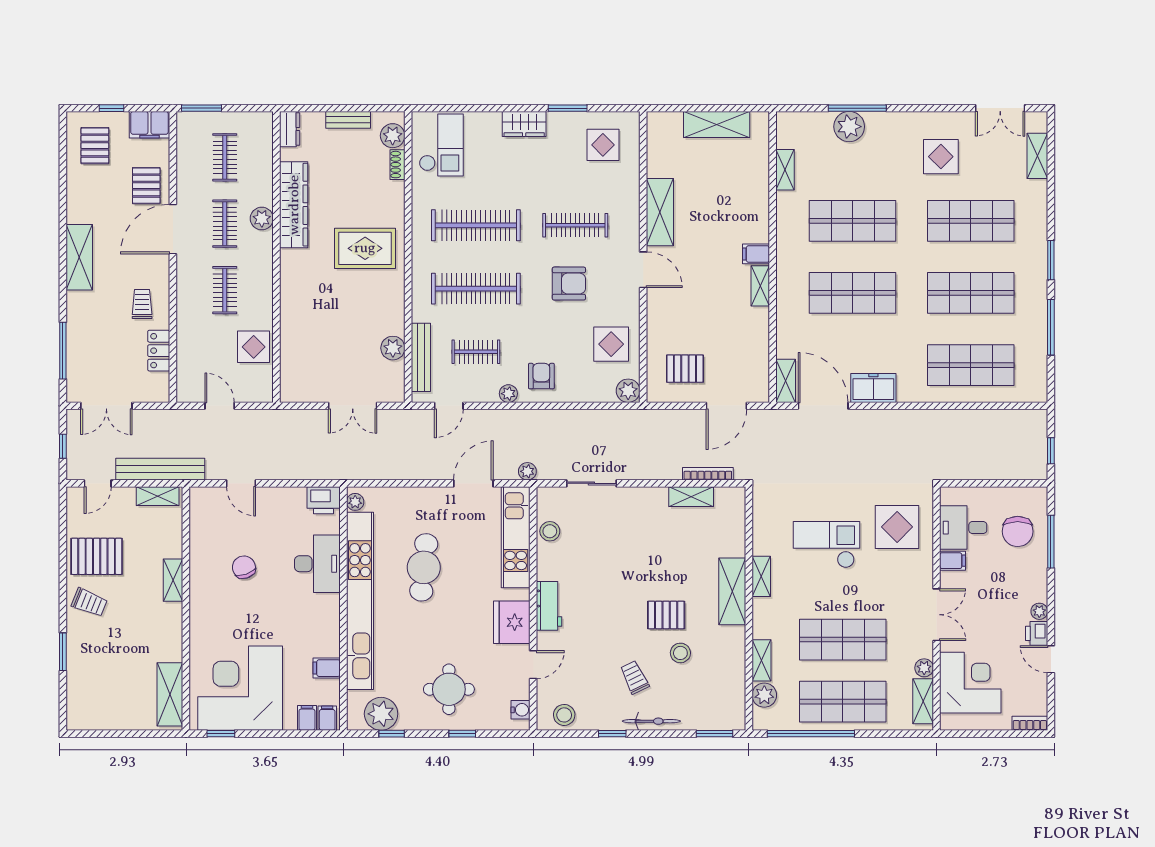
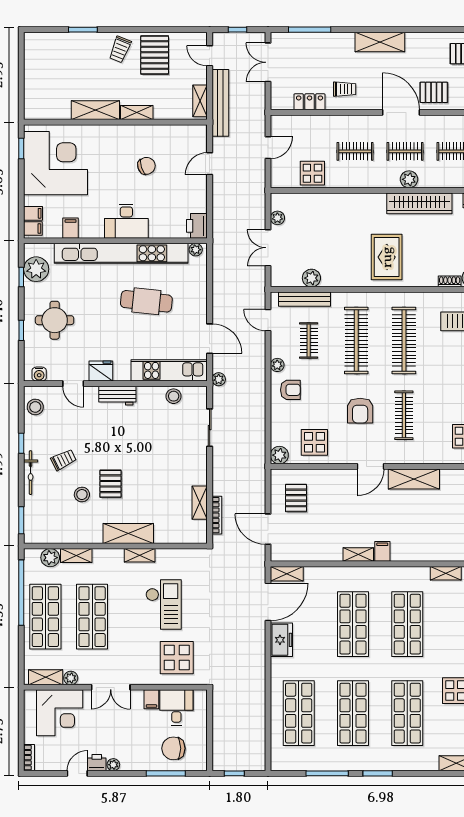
plant: (313, 393) -> (277, 218), added
desk: (317, 564) -> (126, 221), moved
fridge: (512, 622) -> (101, 371), width x0.73, depth x0.75
shelving: (170, 694) -> (95, 110), moved

